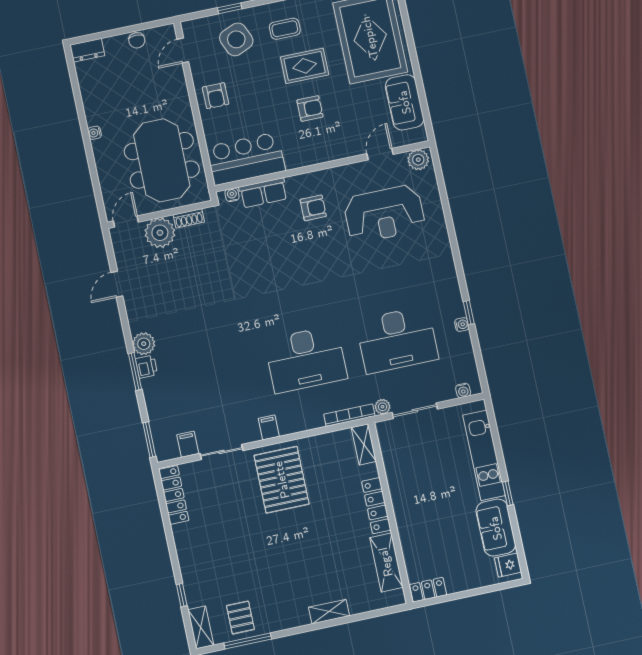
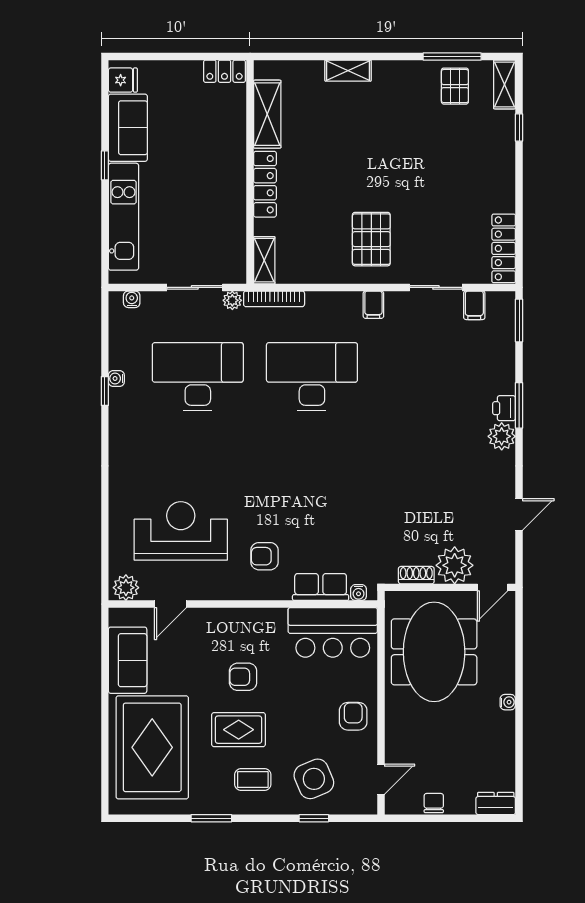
pallet: (282, 480) -> (371, 239), width x0.73, depth x0.71

